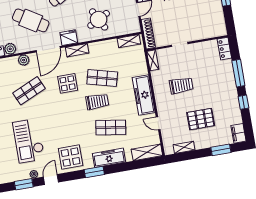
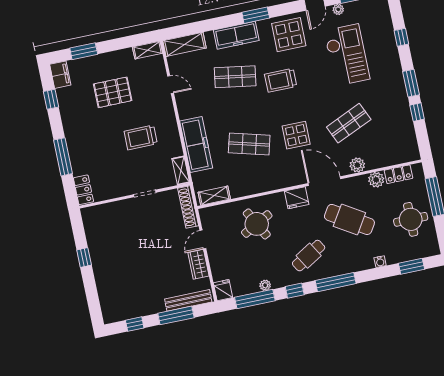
door: (48, 49) -> (324, 181), hinge flipped
shelving: (77, 50) -> (285, 181), removed
freezer: (144, 95) -> (196, 145), moved
trolley: (97, 102) -> (281, 80), moved
window: (243, 102) -> (51, 99), moved
shelving: (184, 147) -> (148, 50), moved

